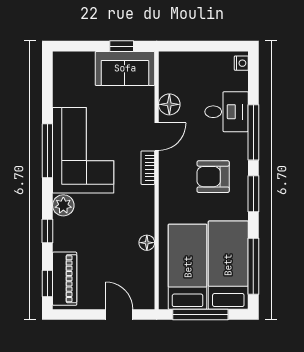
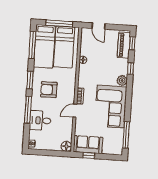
floor lamp: (169, 104) -> (66, 146), moved
window: (47, 151) -> (126, 135), moved
armchair: (213, 177) -> (49, 90), turned 180

